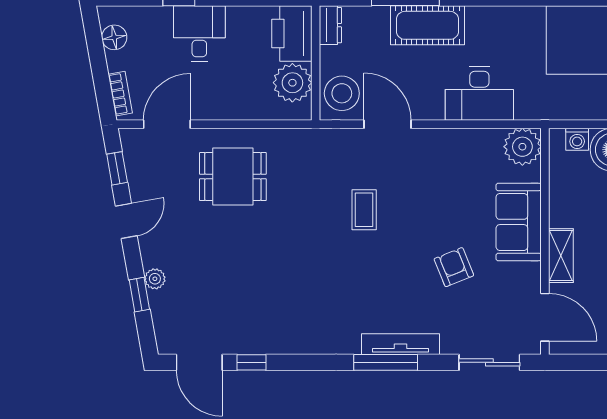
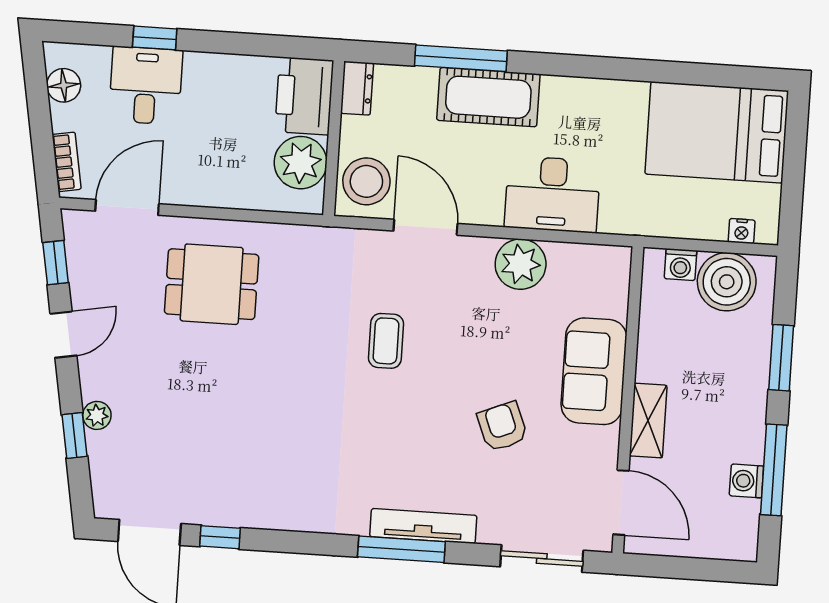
desk: (199, 34) -> (146, 85), moved
plant: (522, 147) -> (521, 264), moved

